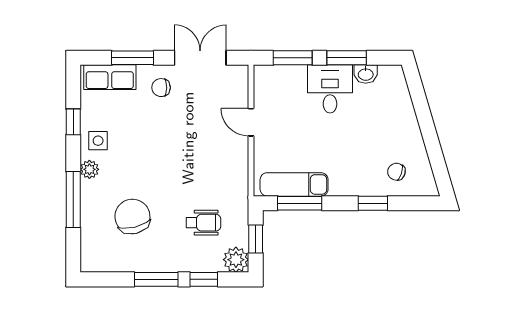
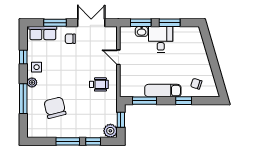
washbasin: (366, 74) -> (142, 31), moved
exam couch: (294, 184) -> (163, 91), moved
wheelchair: (203, 223) -> (99, 84), moved

